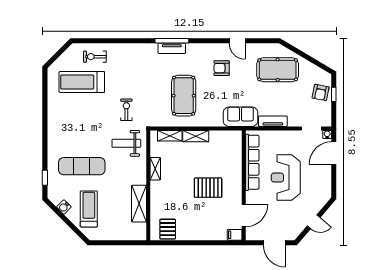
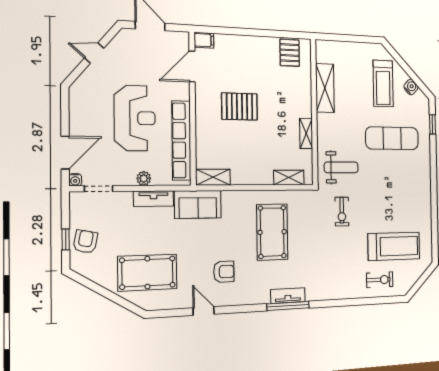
plant: (280, 135) -> (144, 178), added
shelving: (196, 136) -> (213, 177), moved

